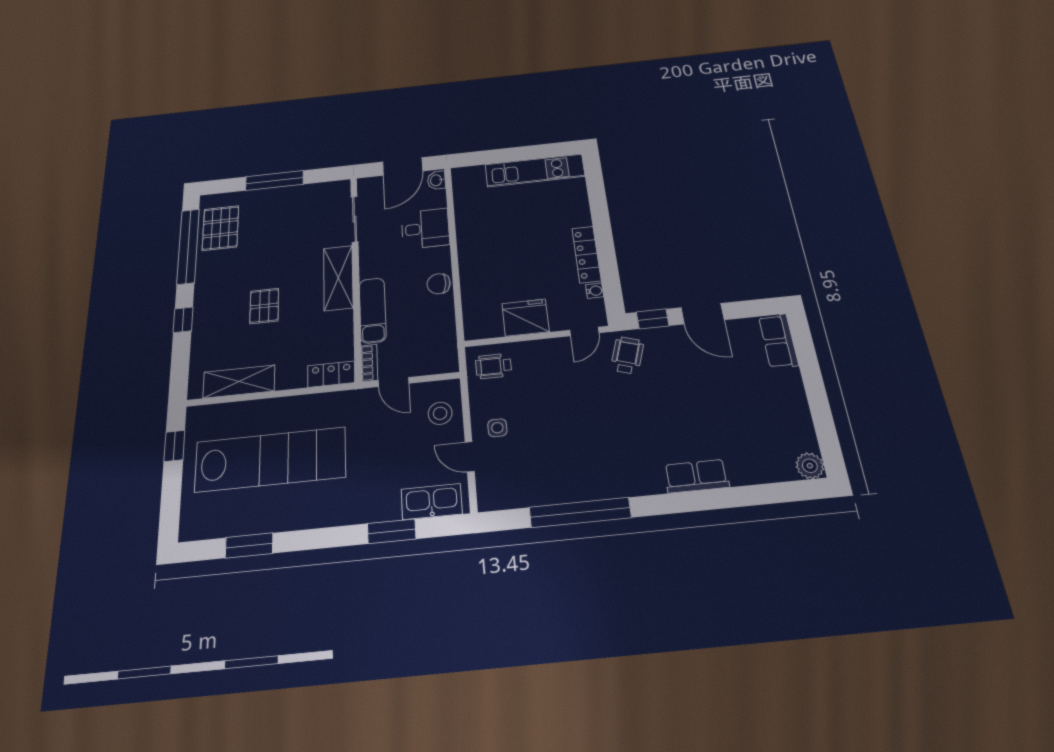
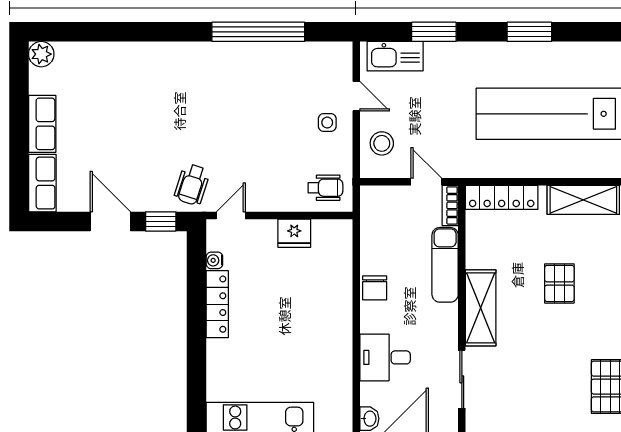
chair: (439, 284) -> (375, 288), turned 85
fridge: (525, 318) -> (294, 233), width x0.73, depth x0.75
locker: (331, 374) -> (502, 197), width x1.53
row of seats: (696, 476) -> (42, 124), moved, turned -90
window: (249, 545) -> (529, 32), moved

